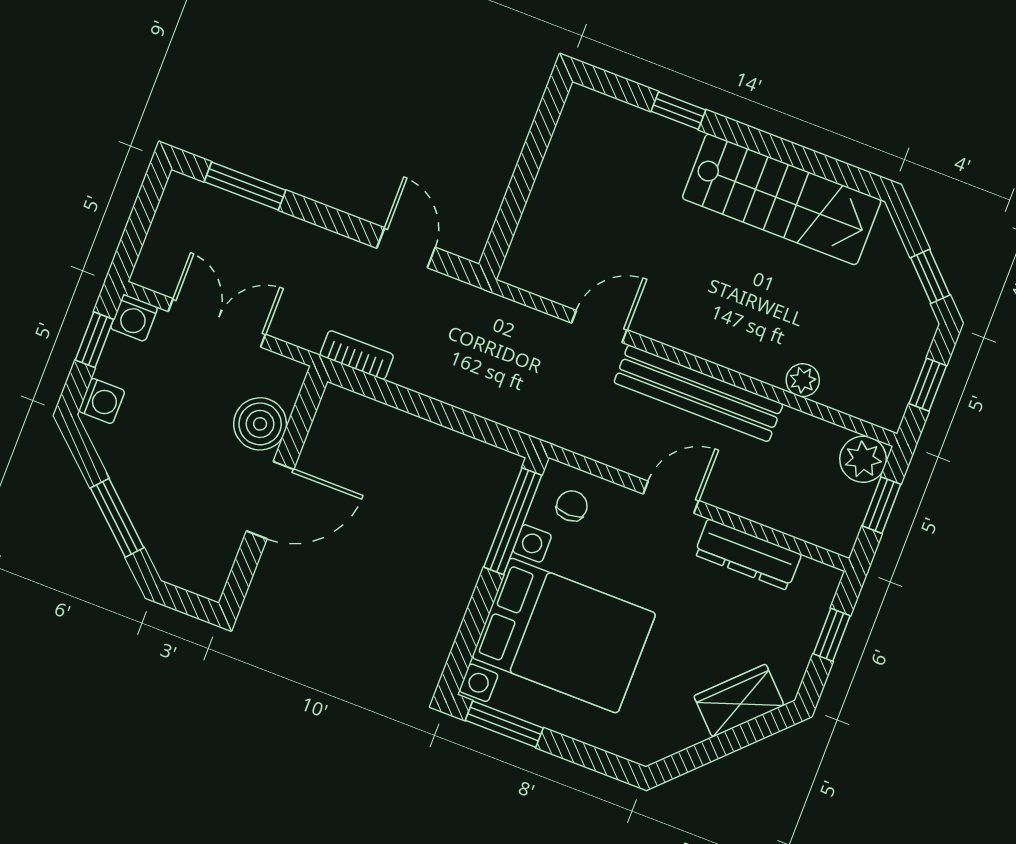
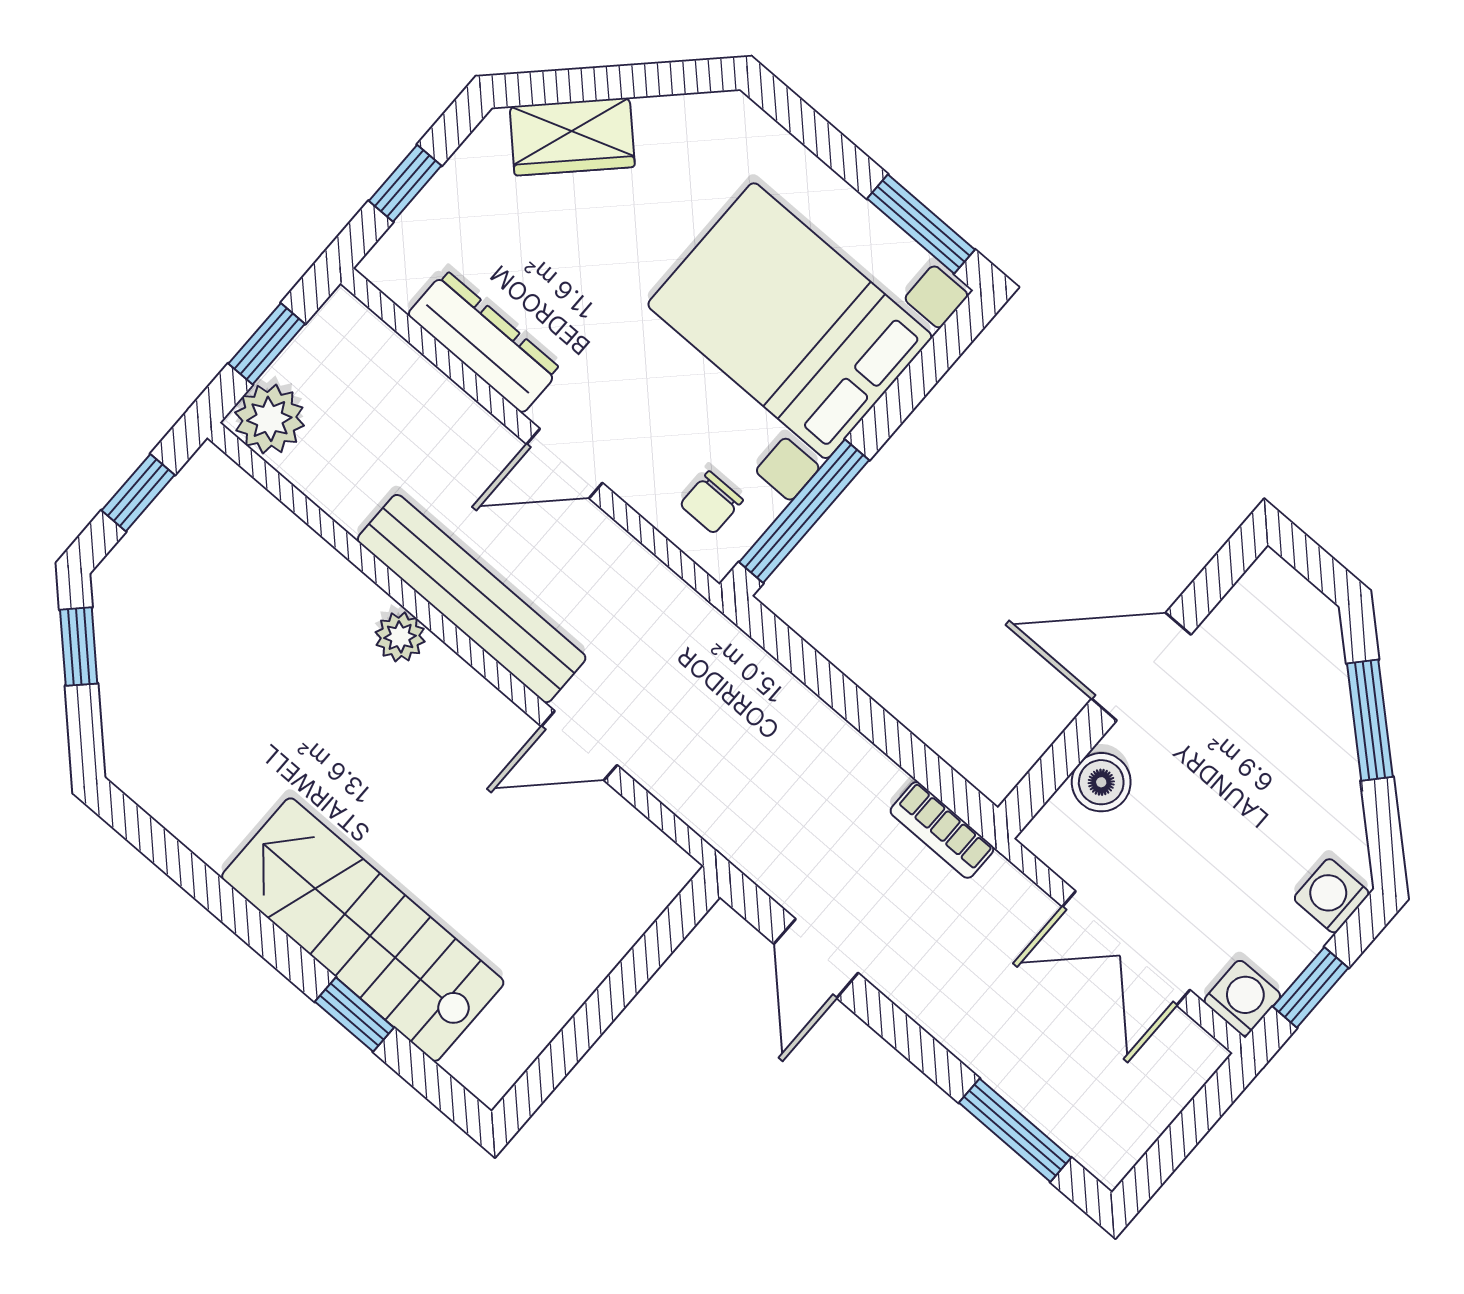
stairs: (782, 199) -> (363, 930), moved
plant: (803, 380) -> (400, 637), moved
boiler: (260, 424) -> (1101, 782), width x0.73, depth x0.73

